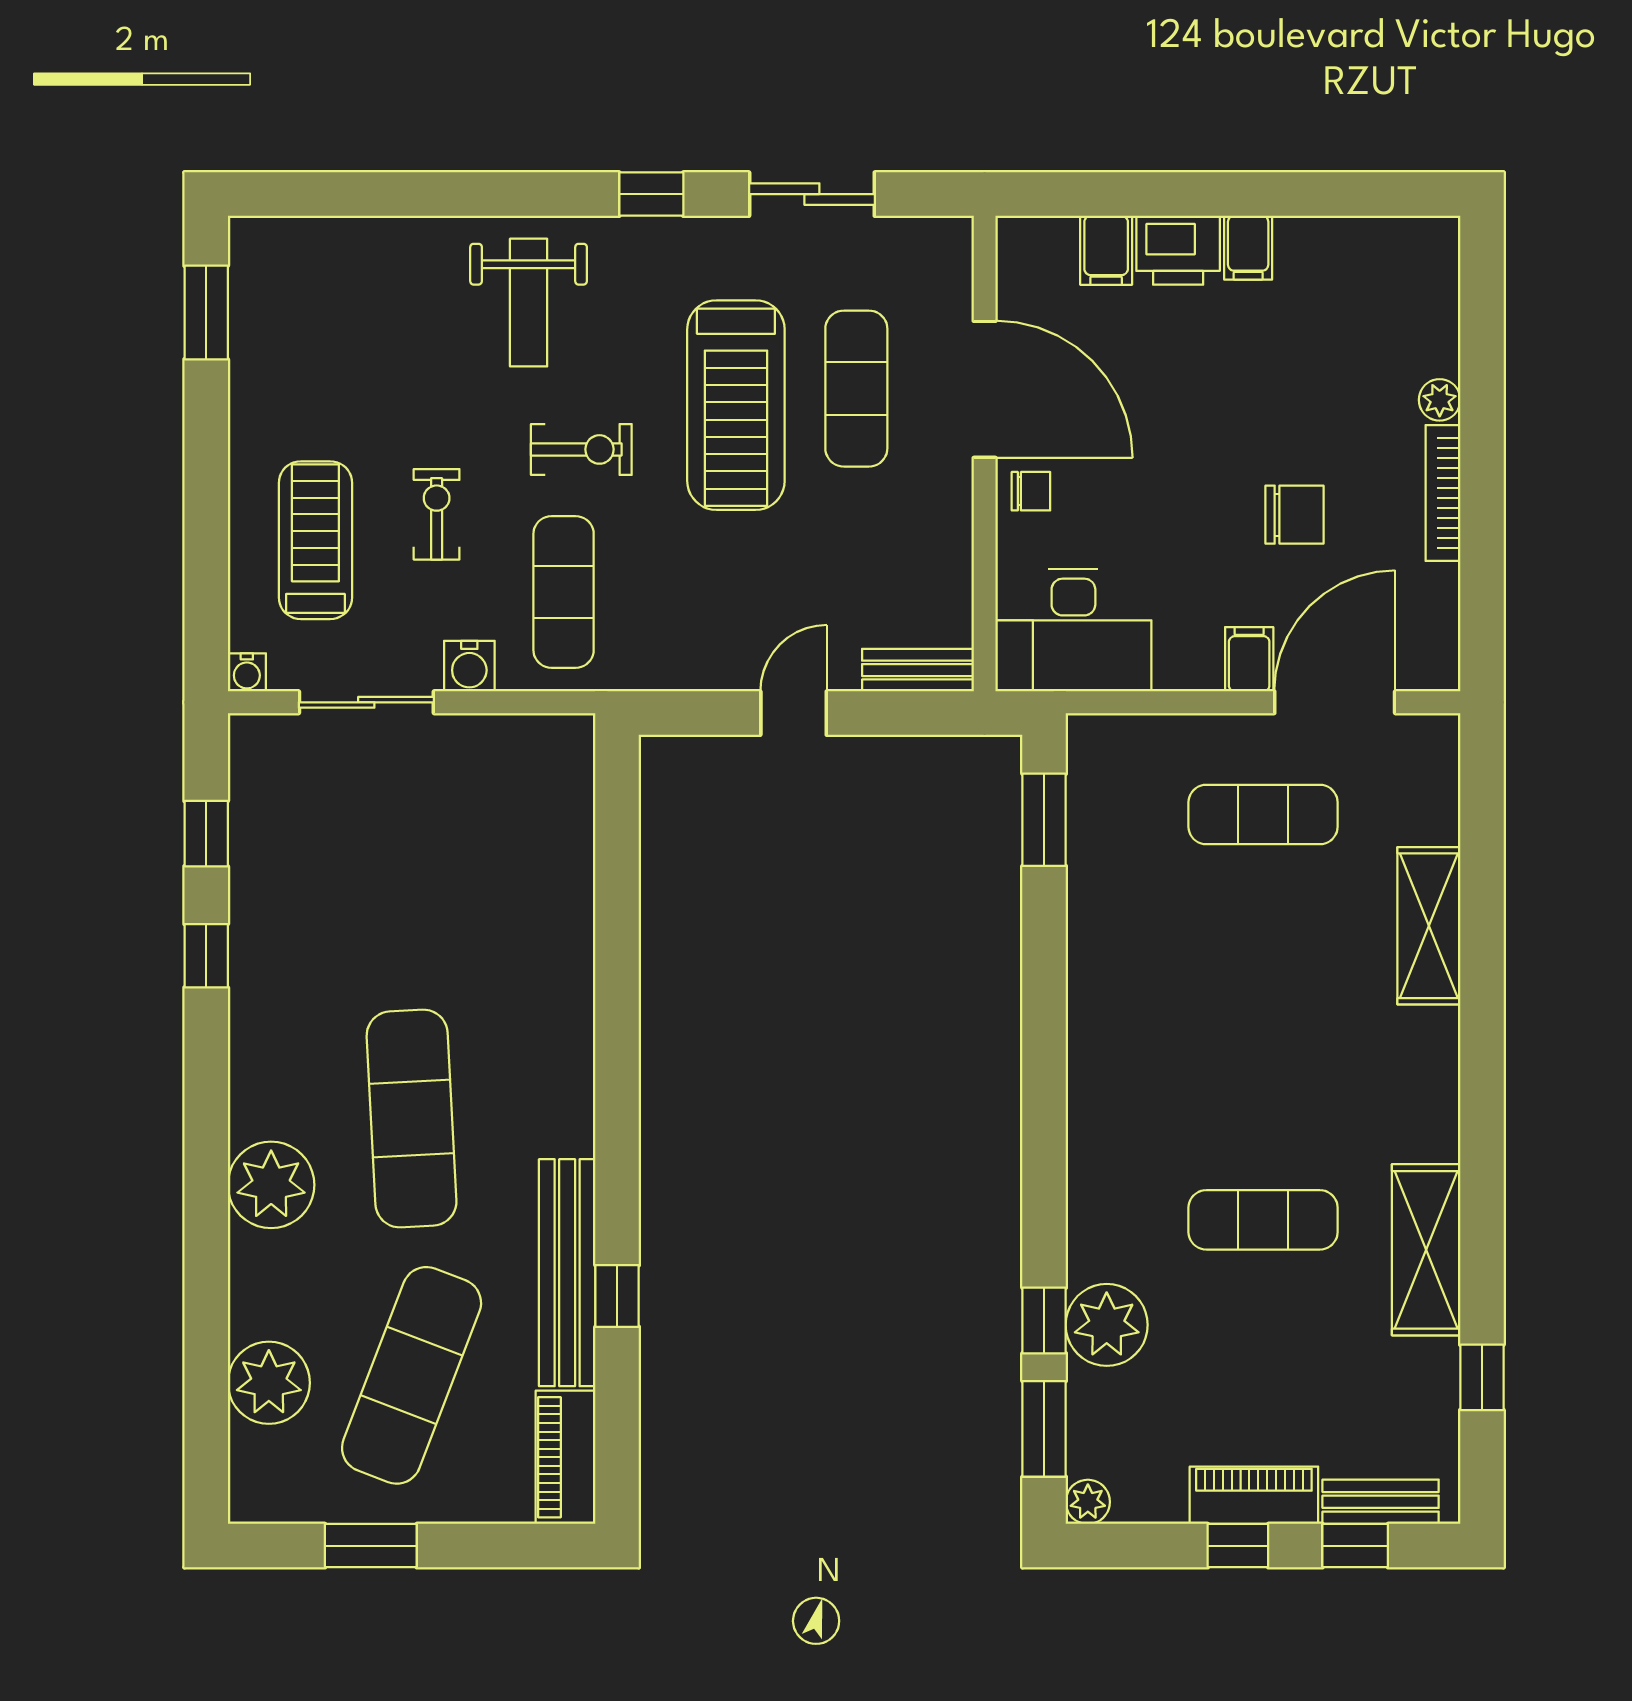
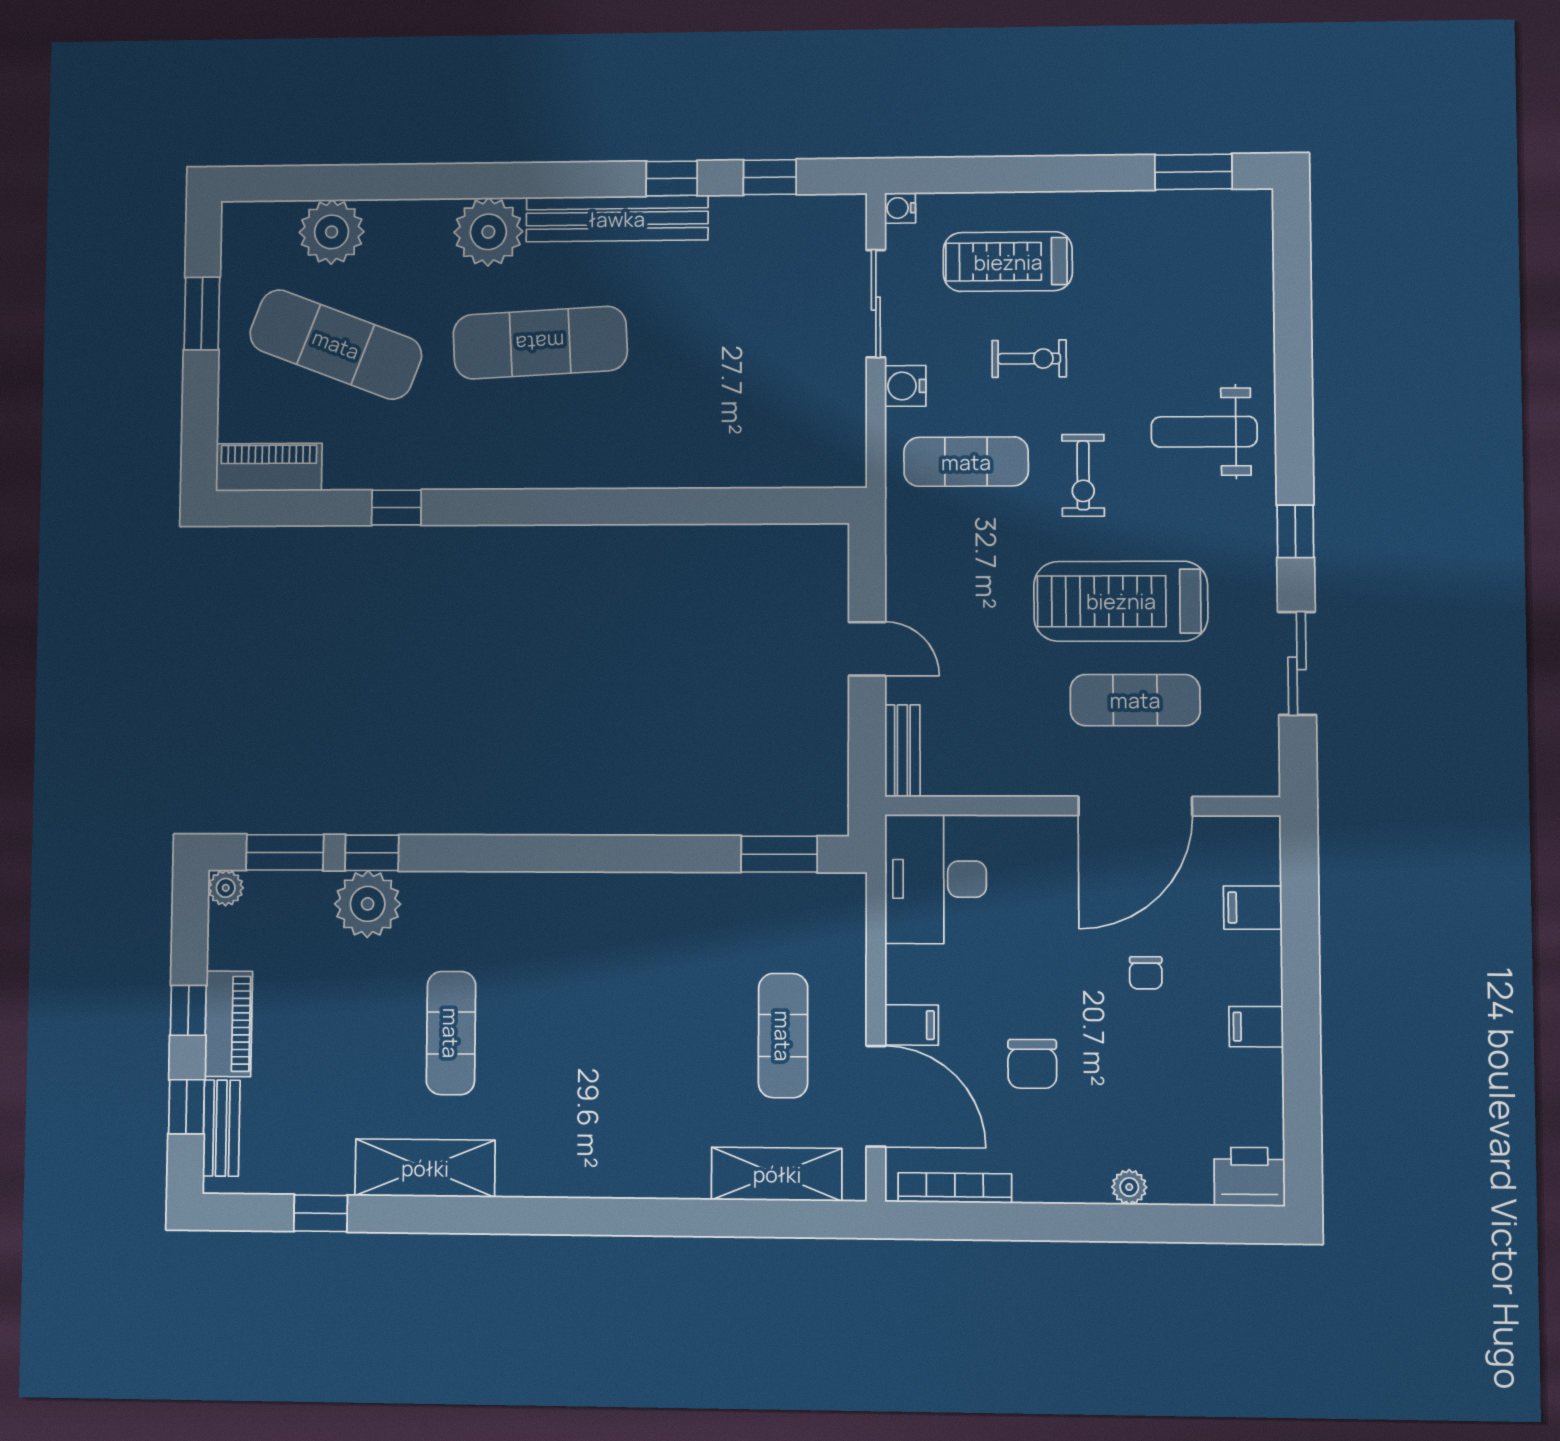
printer: (1178, 250) -> (1250, 1177), moved, turned 90
chair: (1031, 491) -> (1146, 973), moved
bookcase: (1443, 493) -> (955, 1188), moved
treadmill: (315, 540) -> (1008, 262), turned 180
shelving: (1429, 926) -> (777, 1174), moved
bench: (567, 1273) -> (617, 219), moved

